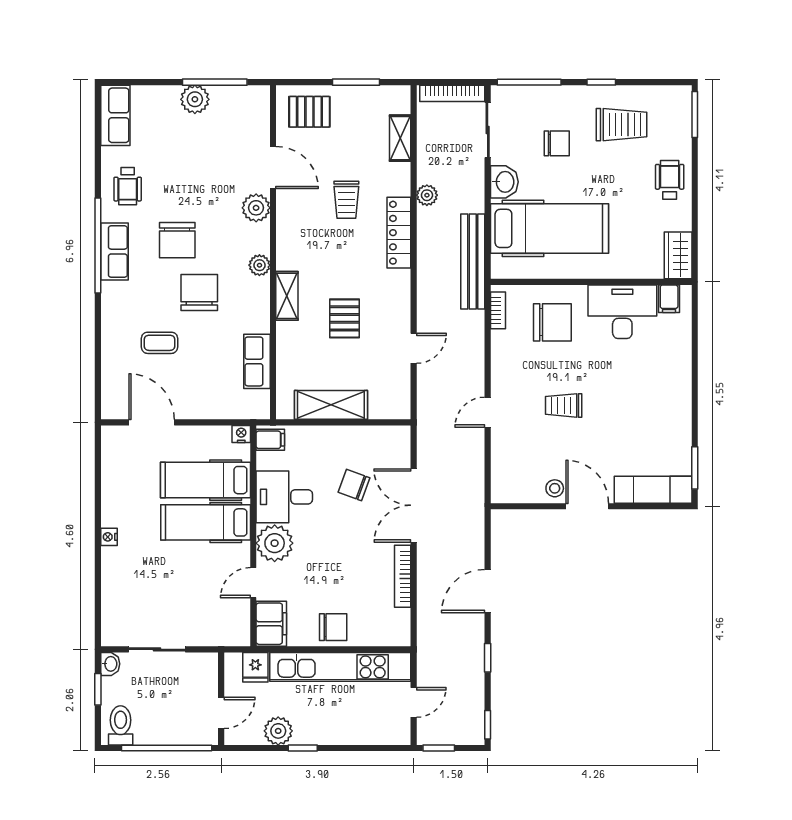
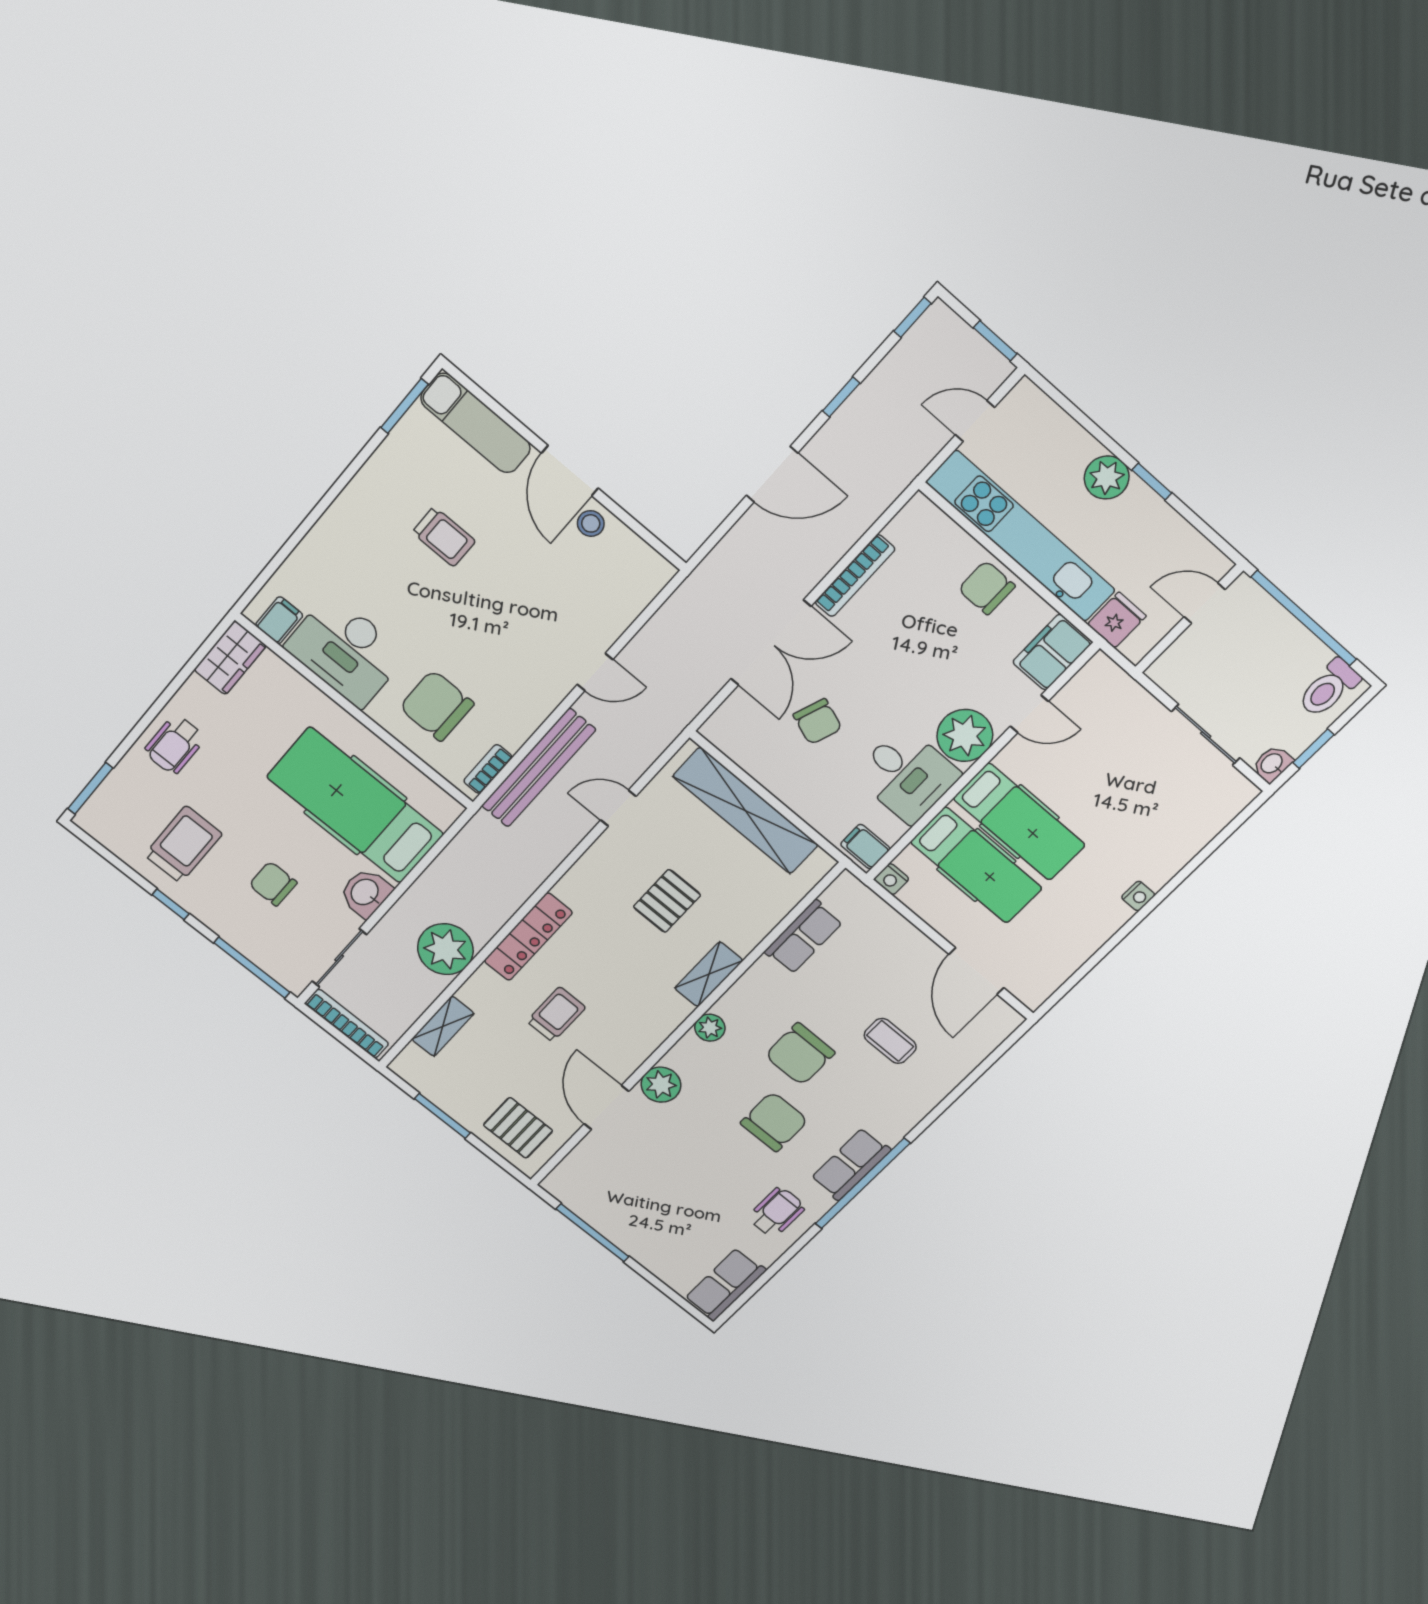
plant: (195, 99) -> (628, 1234), removed
trolley: (621, 125) -> (183, 844), turned 90
plant: (427, 195) -> (445, 949), width x1.88, depth x1.88
bench: (473, 262) -> (538, 768), moved
shelving: (331, 405) -> (746, 811), width x1.47
trolley: (564, 405) -> (444, 537), moved
plant: (278, 731) -> (1107, 477), moved

